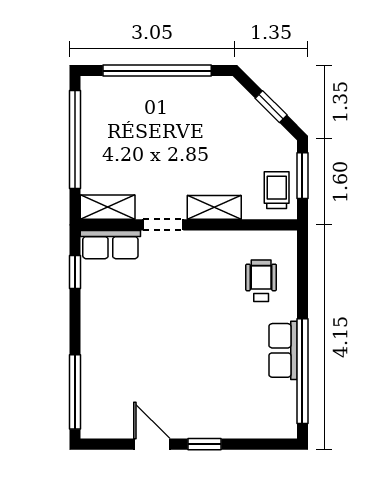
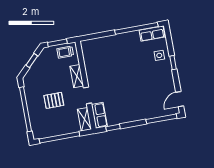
pallet: (166, 142) -> (54, 100), added
wheelchair: (261, 281) -> (103, 52), removed
row of seats: (283, 350) -> (152, 34), moved
side table: (228, 414) -> (159, 55), added
door: (152, 444) -> (180, 99), moved

